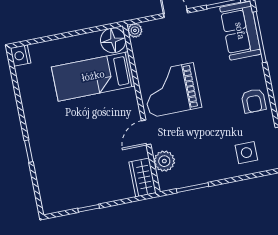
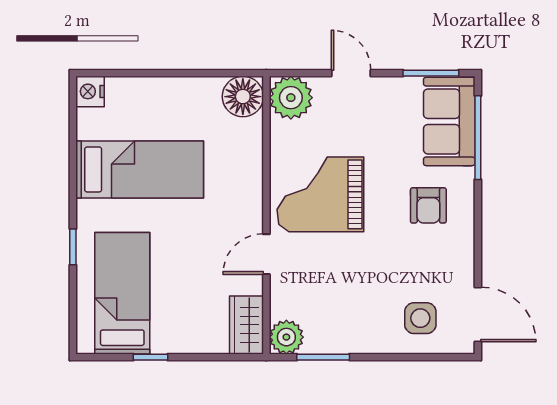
plant: (135, 30) -> (291, 98), width x1.88, depth x1.88
bed: (93, 76) -> (140, 169), moved, turned 180
armchair: (254, 101) -> (428, 205), moved
plant: (164, 161) -> (286, 337), moved
bed: (64, 173) -> (122, 293), added

